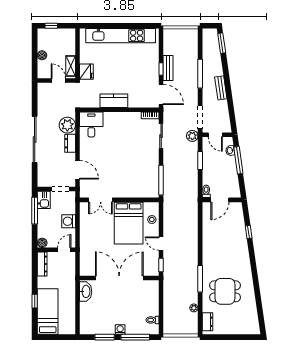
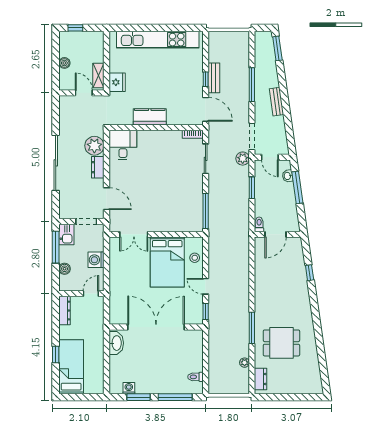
boiler: (42, 243) -> (65, 269), moved
washing machine: (120, 330) -> (129, 388), moved

